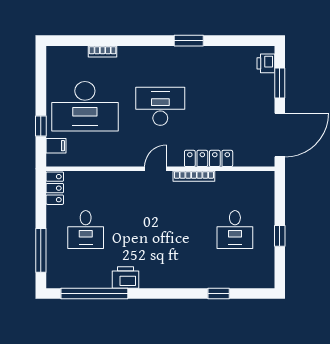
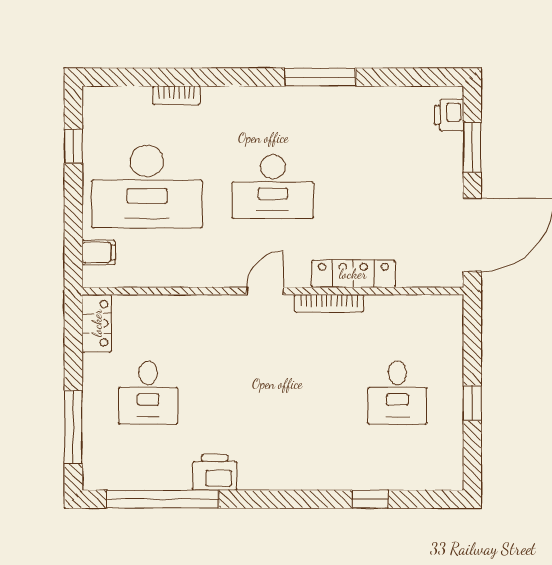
window: (189, 41) -> (320, 77), width x1.44
desk: (160, 106) -> (273, 187), turned 180
window: (41, 126) -> (73, 146), moved

